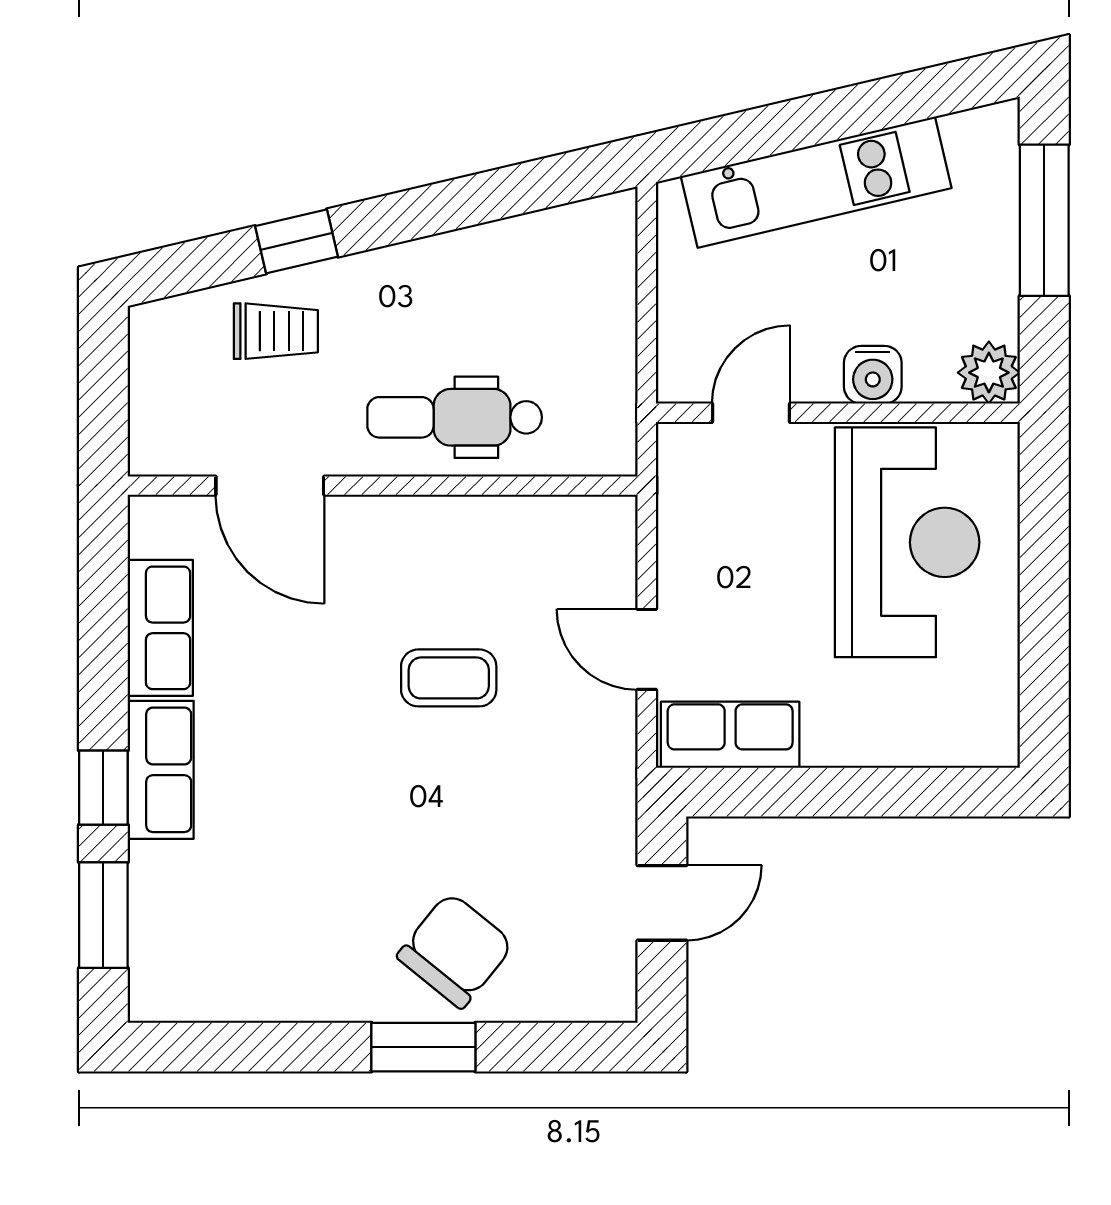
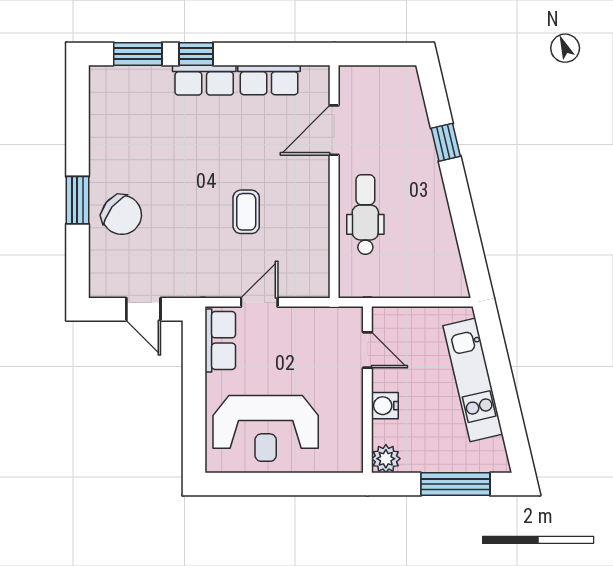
trolley: (276, 331) -> (405, 133), removed
reception desk: (907, 542) -> (266, 428), moved

